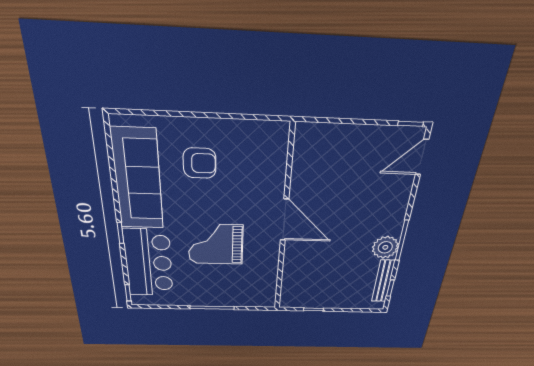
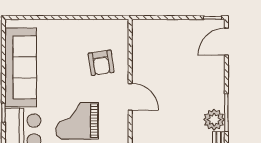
armchair: (200, 163) -> (101, 63), moved, turned 82
door: (284, 220) -> (130, 97), width x0.73

